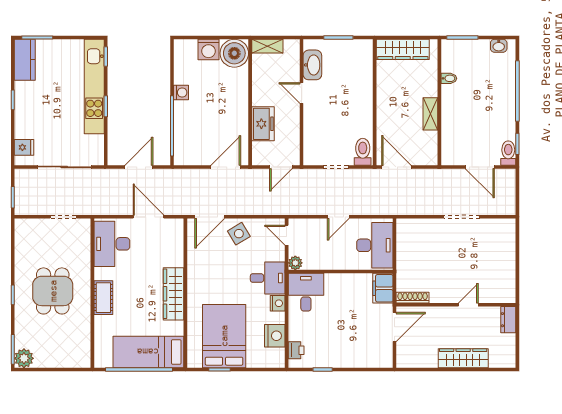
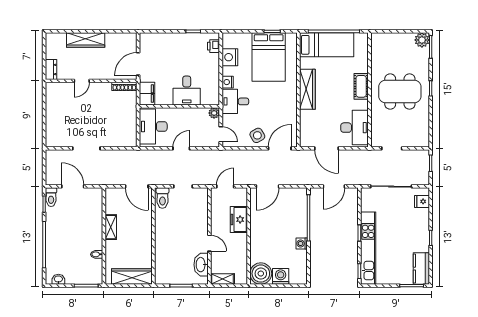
shelving: (267, 46) -> (222, 279), moved
dining table: (53, 291) -> (400, 92), width x1.38
desk: (306, 292) -> (187, 91), moved

